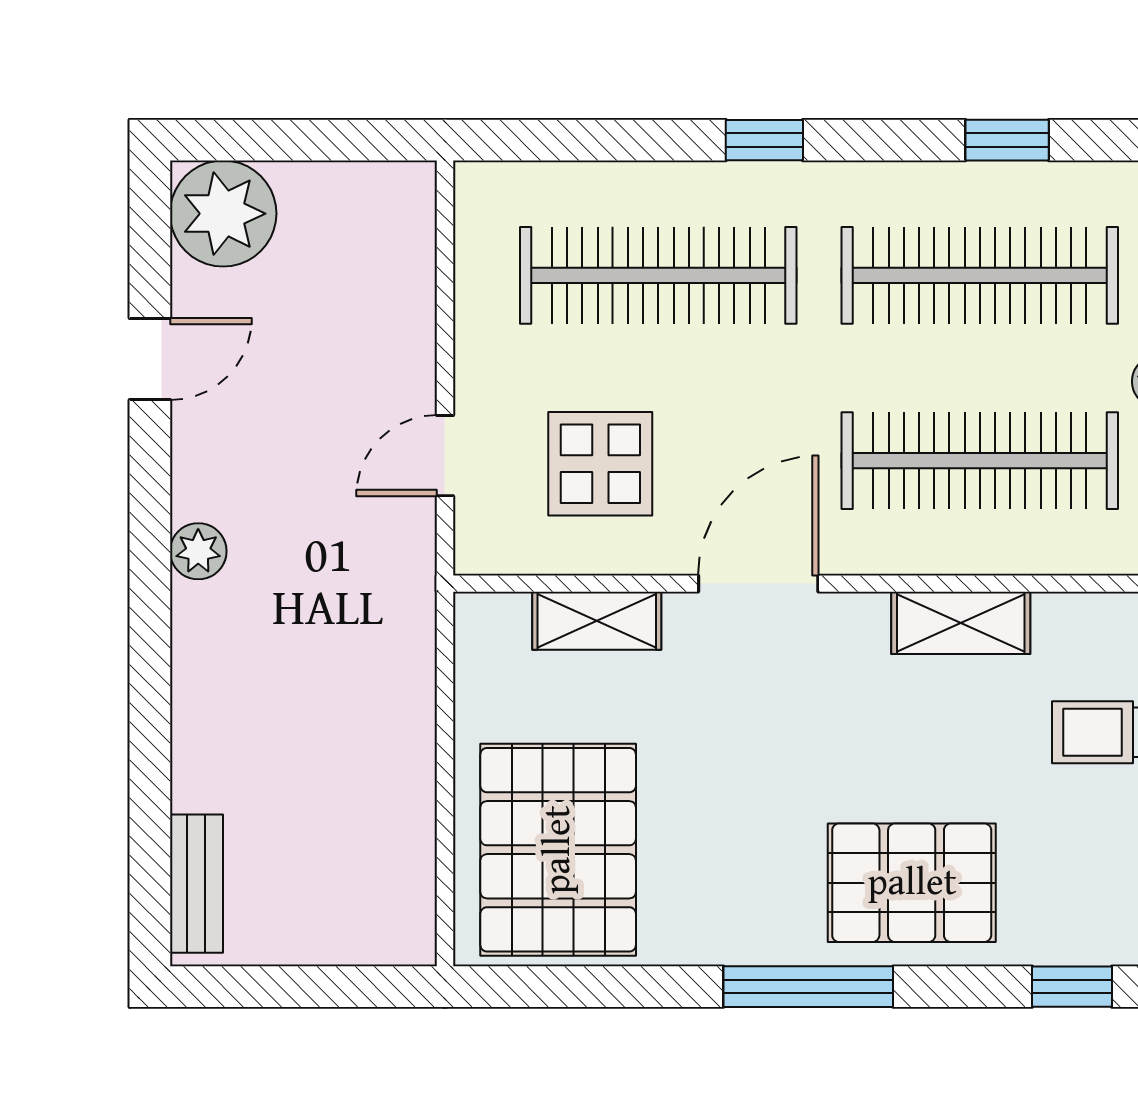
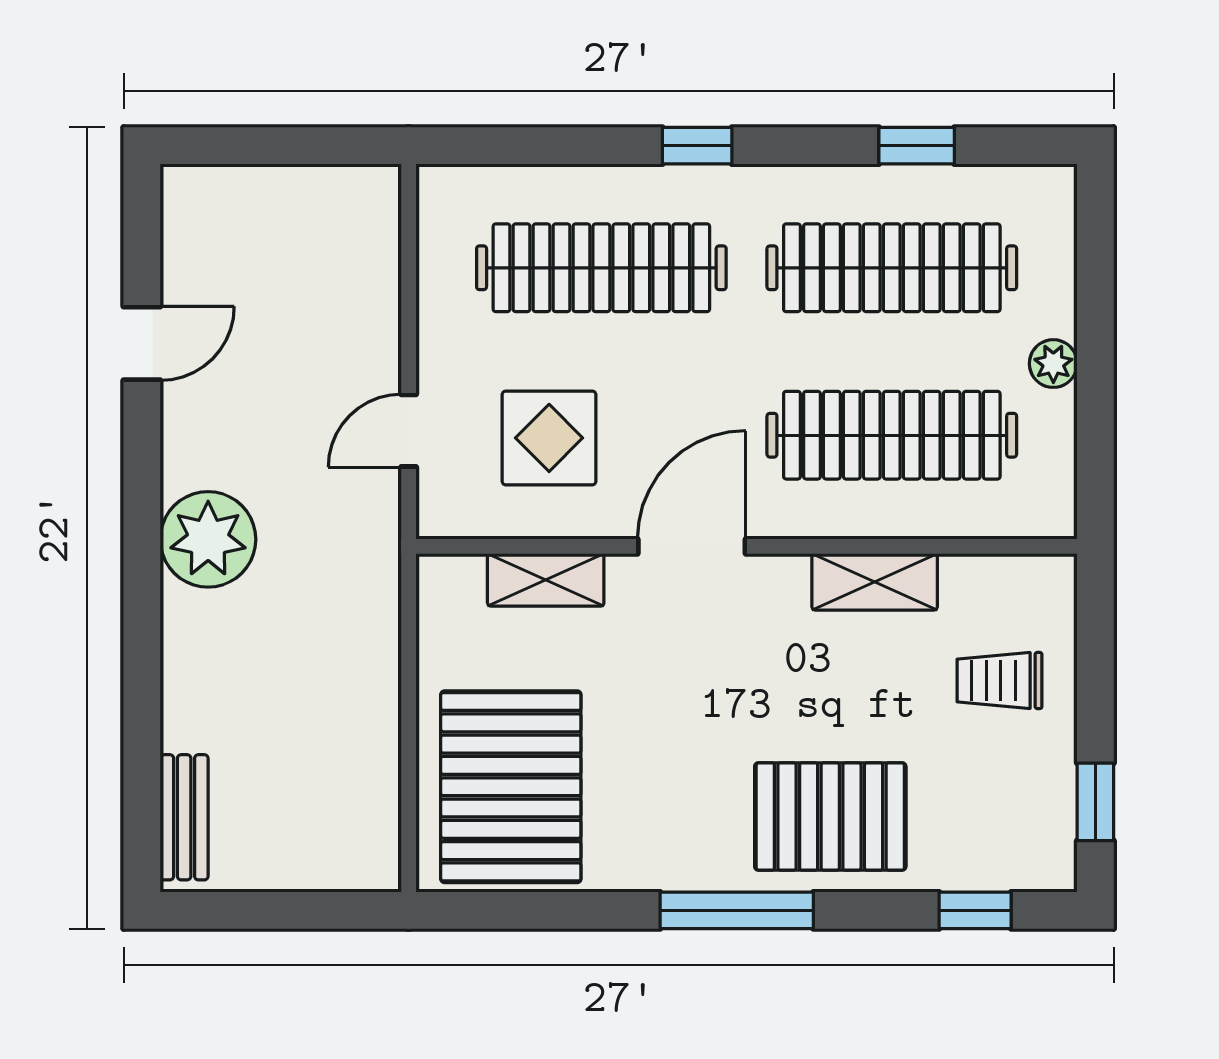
plant: (223, 214) -> (208, 212), removed
plant: (198, 551) -> (208, 539), width x1.88, depth x1.88

